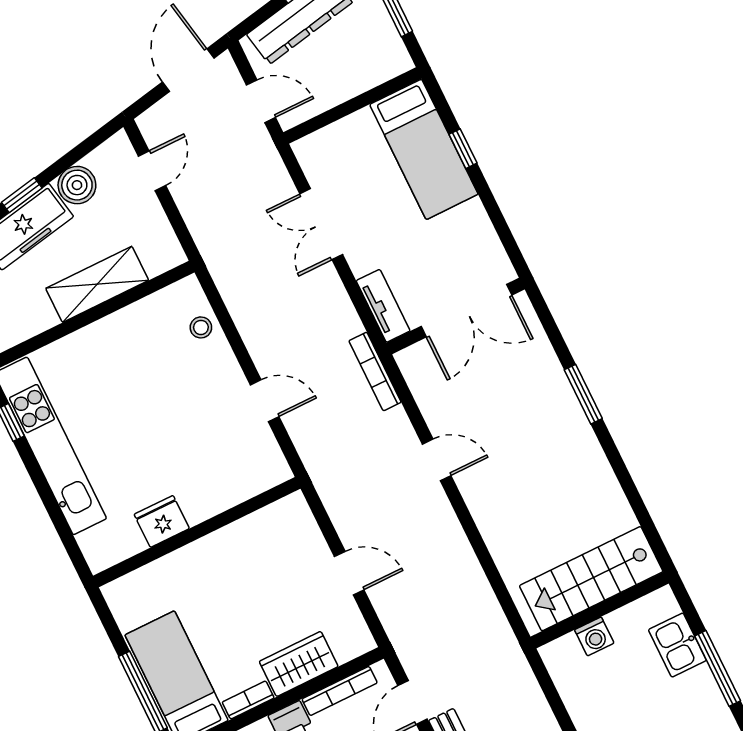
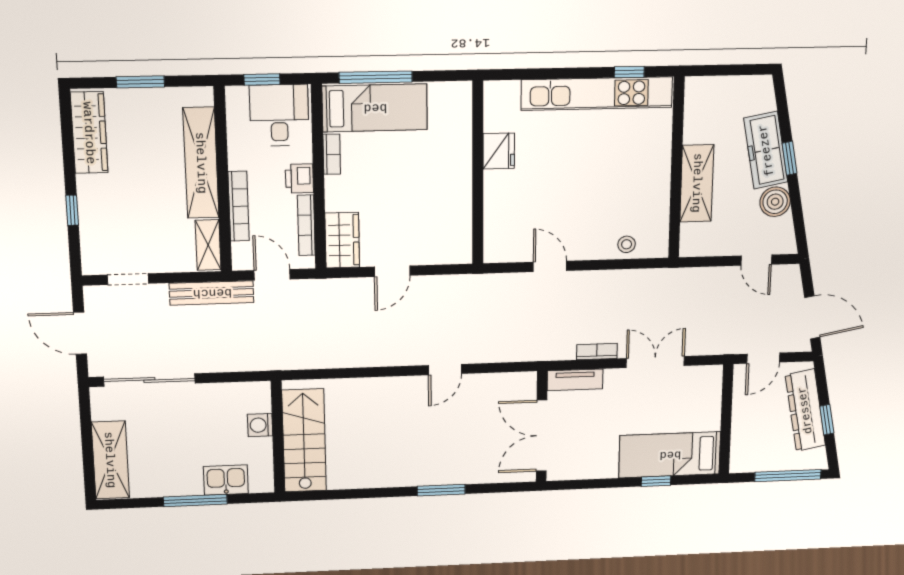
bookcase: (375, 371) -> (597, 352), moved, width x0.64
door: (265, 401) -> (550, 266), swing flipped
wardrobe: (299, 664) -> (342, 240), moved

